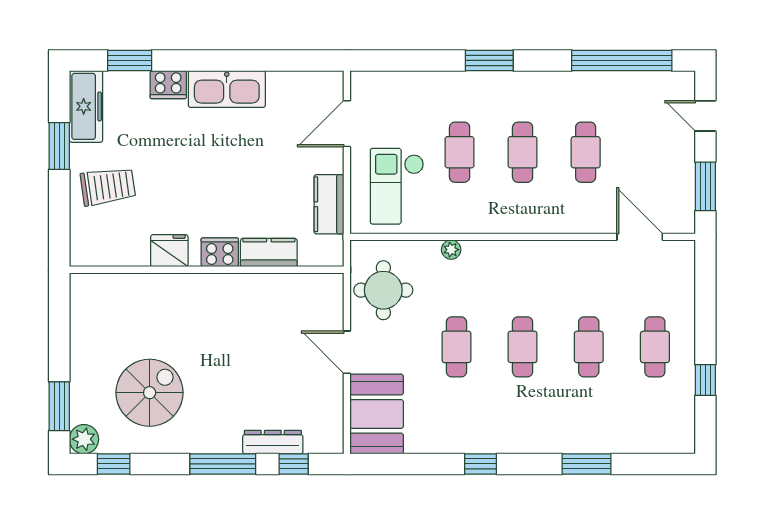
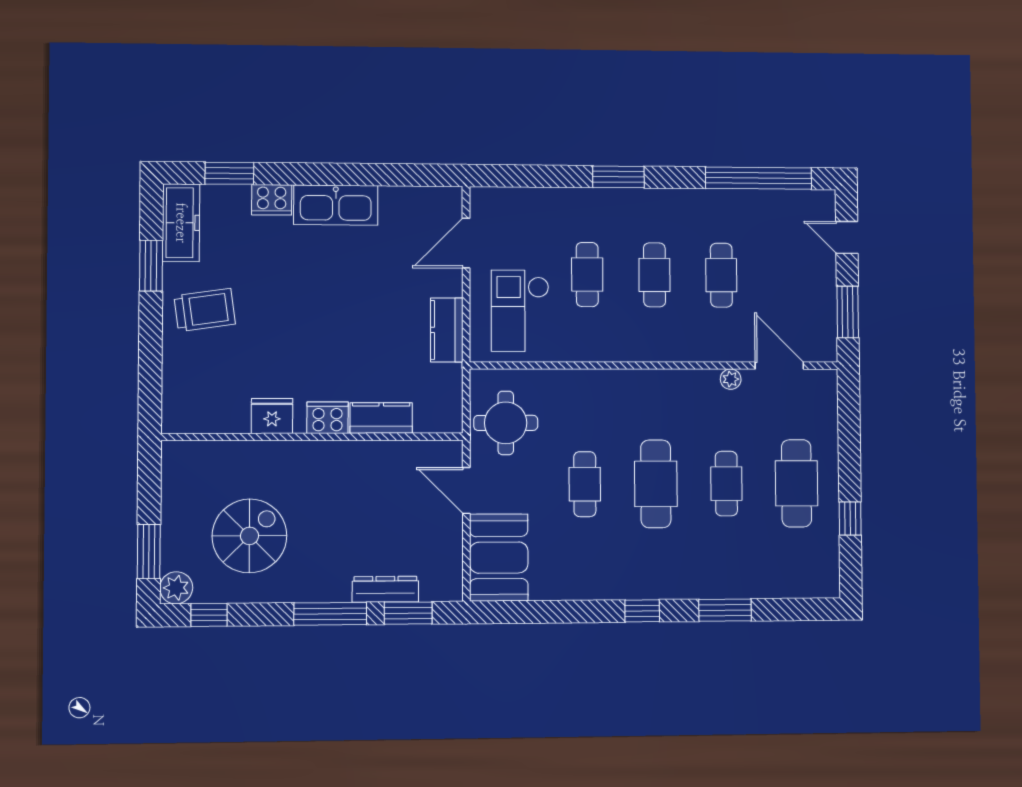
plant: (451, 250) -> (731, 379), moved
fridge: (169, 251) -> (272, 416), moved
cooker: (220, 252) -> (327, 418), moved
kitchen counter: (269, 253) -> (381, 418), moved
wall: (207, 270) -> (313, 437), moved
cafe table: (523, 347) -> (656, 484), width x1.37, depth x1.35
cafe table: (655, 347) -> (796, 483), width x1.37, depth x1.35
window: (294, 464) -> (408, 613), width x1.50
window: (480, 464) -> (642, 611), moved

